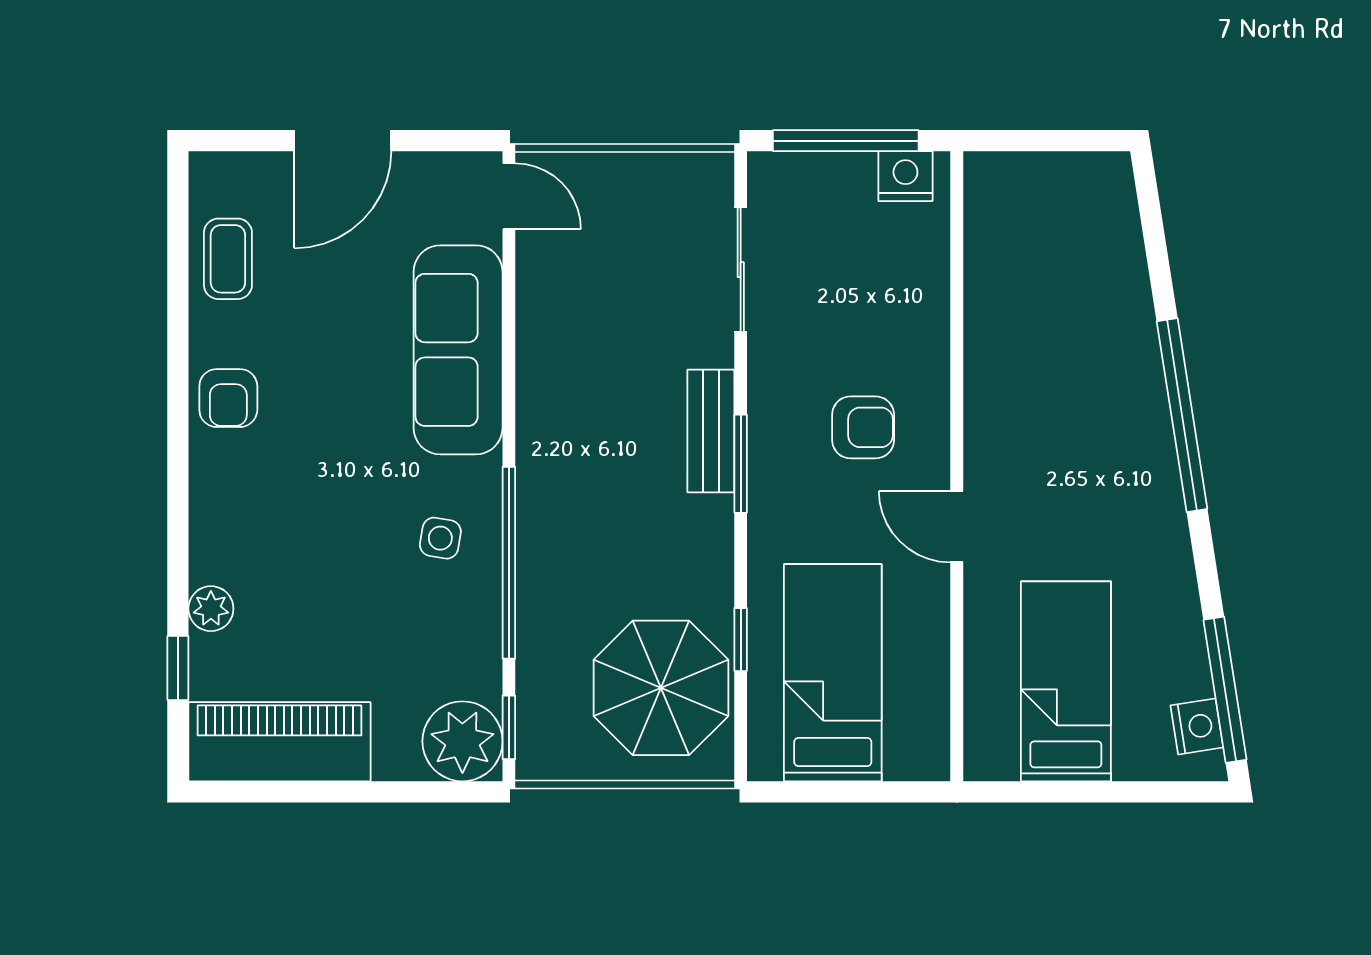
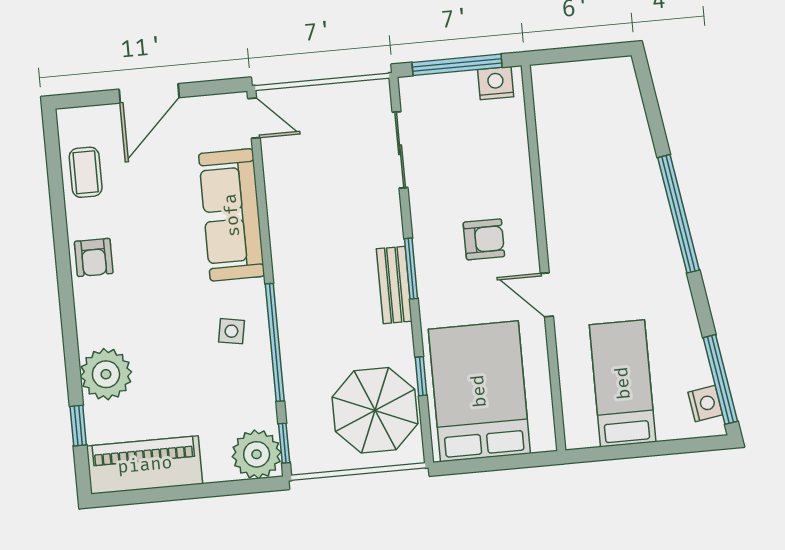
bench: (711, 431) -> (394, 285), moved
plant: (211, 609) -> (106, 374), width x1.88, depth x1.88
bed: (833, 673) -> (479, 391), width x1.50

